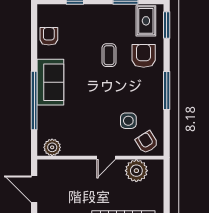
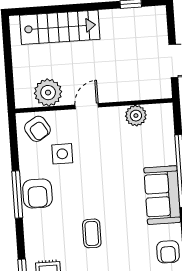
armchair: (144, 56) -> (37, 194), moved
plant: (52, 147) -> (136, 116), moved

